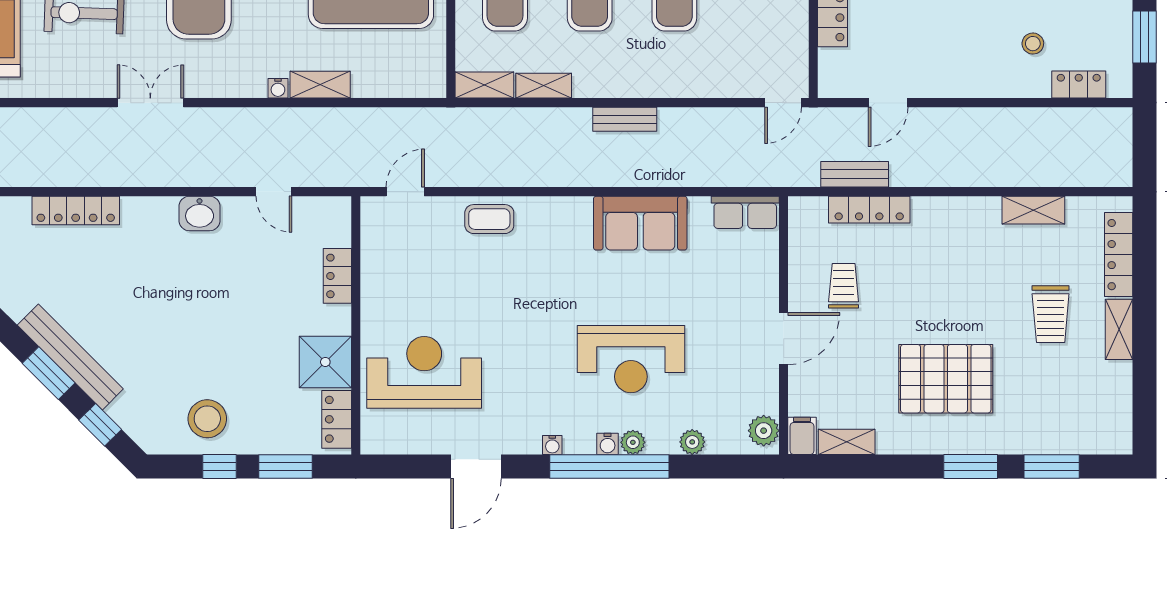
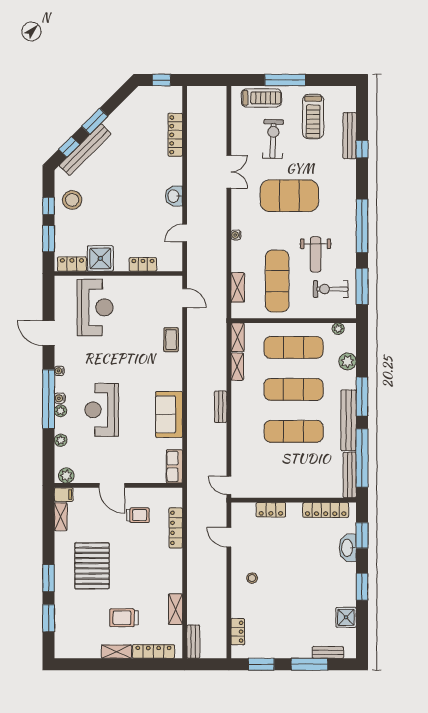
stool: (1033, 44) -> (252, 578), moved
shelving: (320, 85) -> (238, 287), moved
bench: (855, 174) -> (193, 642), moved
bench: (70, 357) -> (85, 150), moved

